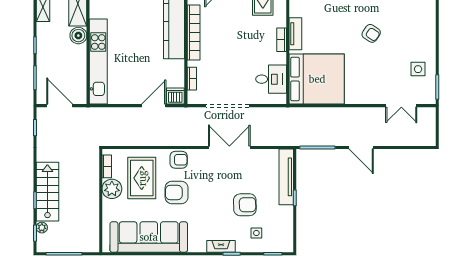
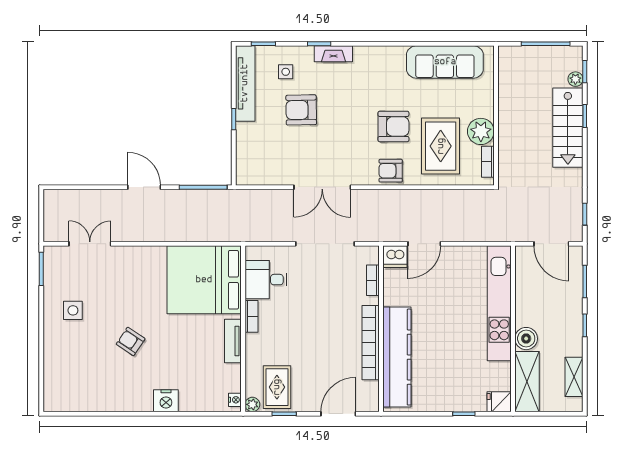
bookcase: (282, 40) -> (251, 316), moved
side table: (418, 69) -> (73, 310), moved
tv unit: (286, 177) -> (245, 83), moved
sofa: (149, 237) -> (445, 62), width x0.74, depth x0.79

